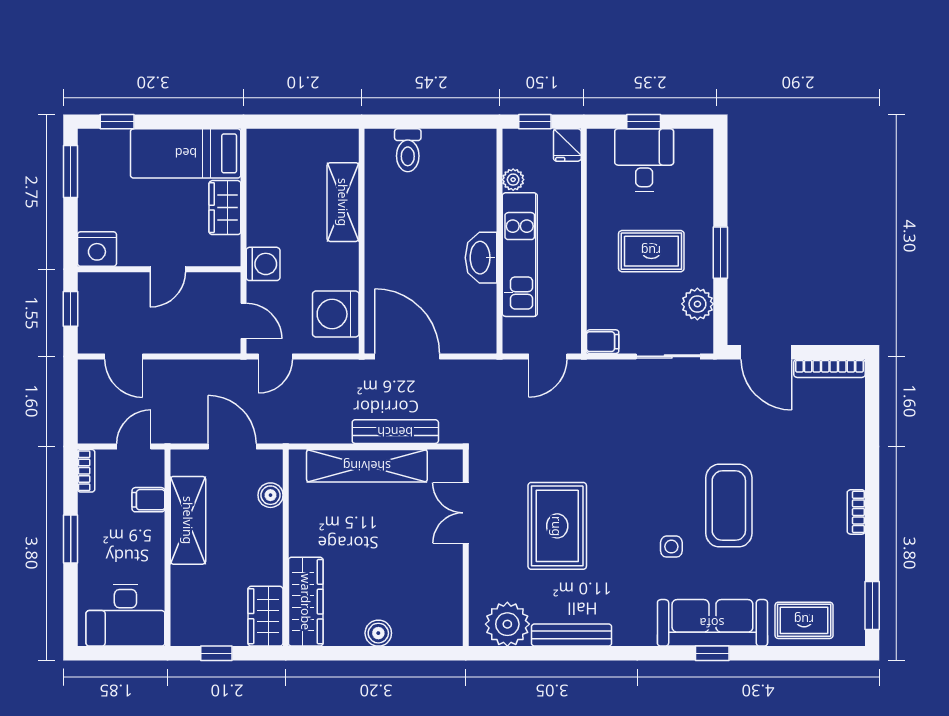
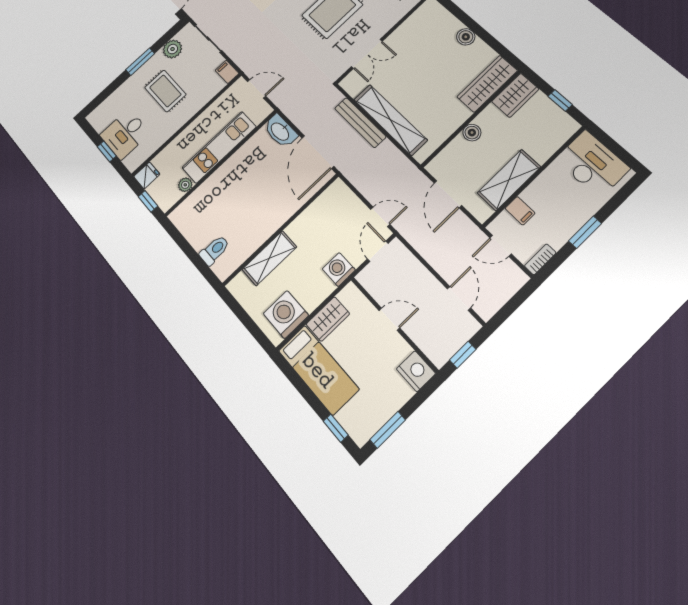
washbasin: (481, 258) -> (280, 131), moved, turned 90
washing machine: (336, 314) -> (286, 314), moved, turned 180
boiler: (270, 495) -> (472, 133), moved

